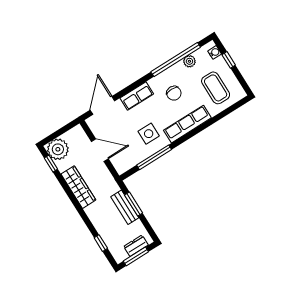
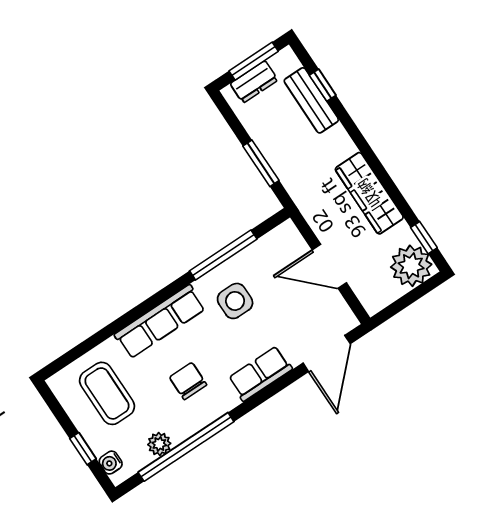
bench: (125, 207) -> (311, 100), moved

